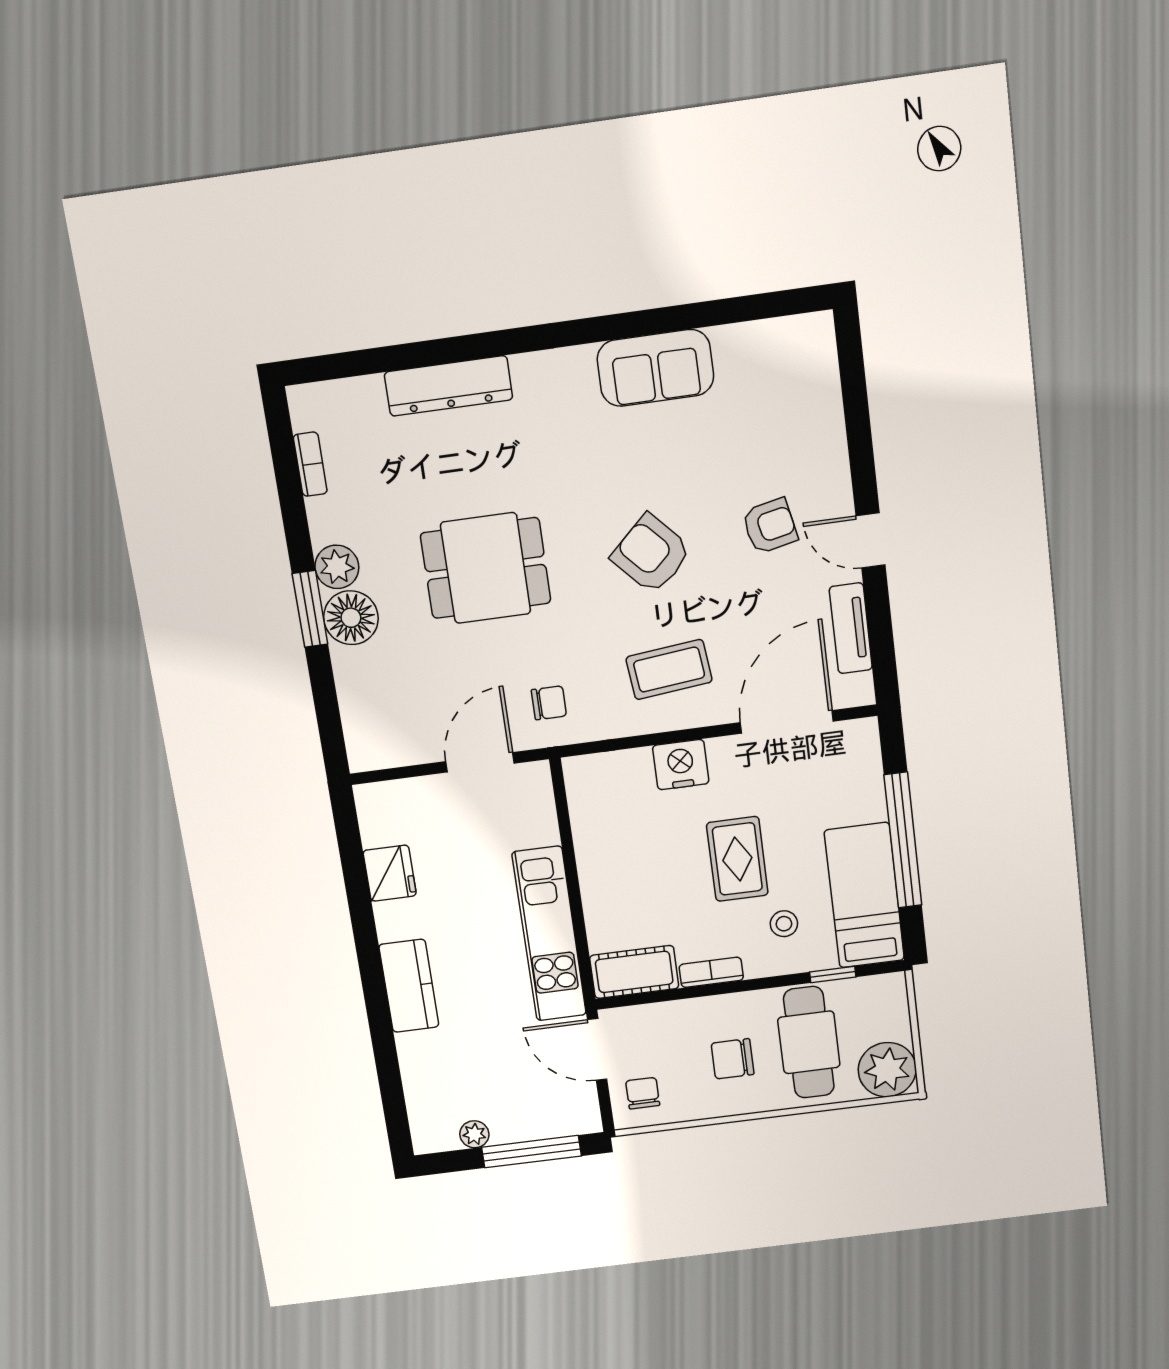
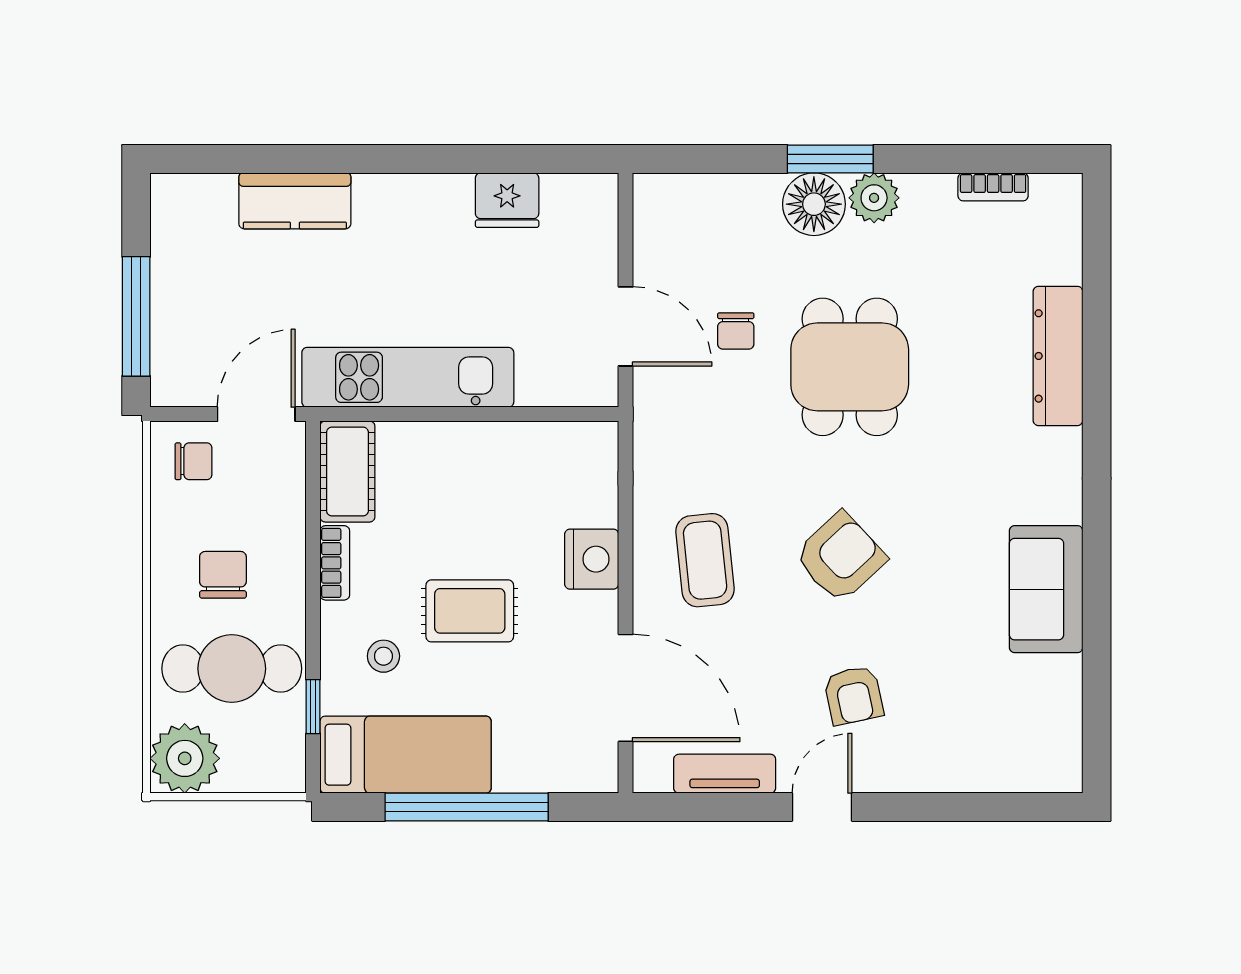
chair: (549, 703) -> (736, 331), moved
kitchen counter: (409, 986) -> (295, 201), moved
plant: (474, 1134) -> (168, 250), removed

